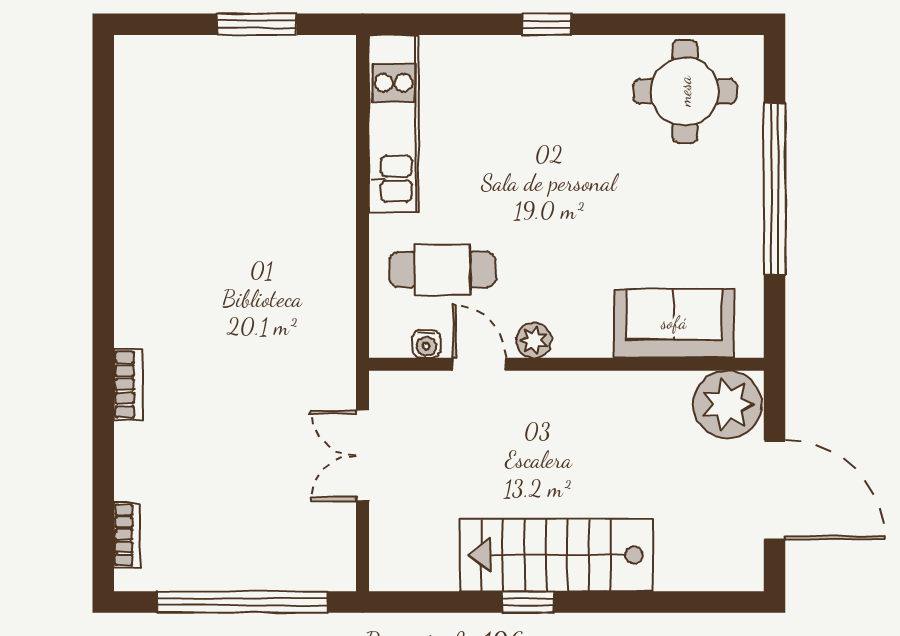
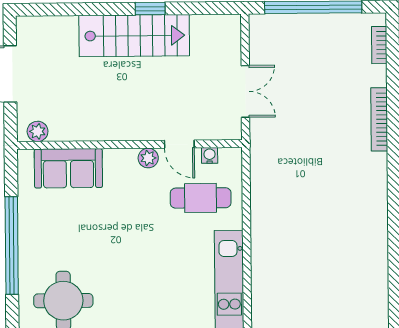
bookcase: (128, 384) -> (379, 119), width x1.56
plant: (727, 404) -> (38, 131), width x0.53, depth x0.53

